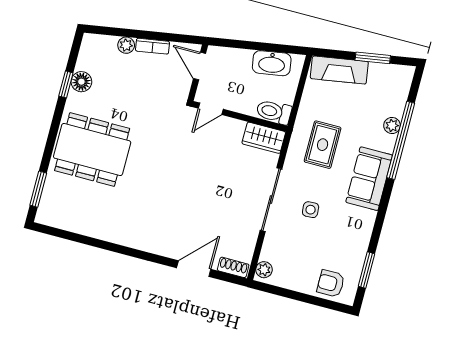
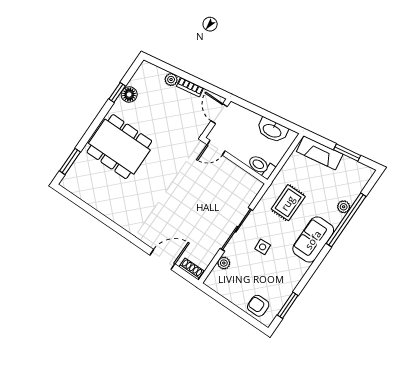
wardrobe: (264, 138) -> (247, 183), removed
plant: (264, 270) -> (224, 263), moved

